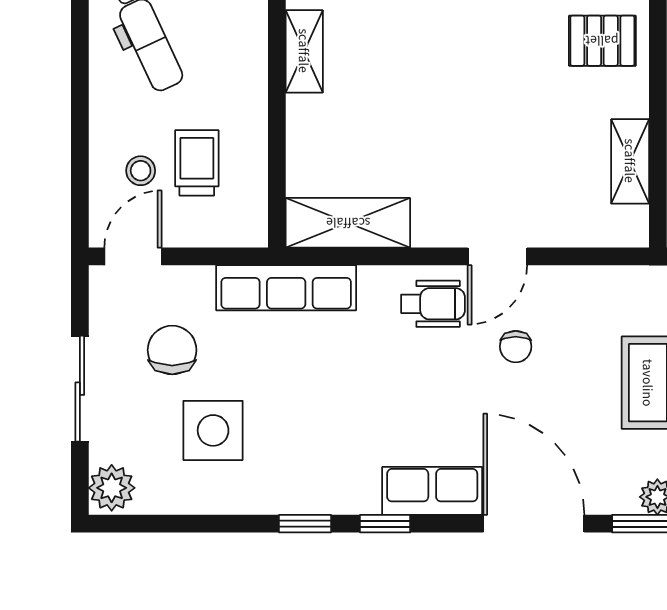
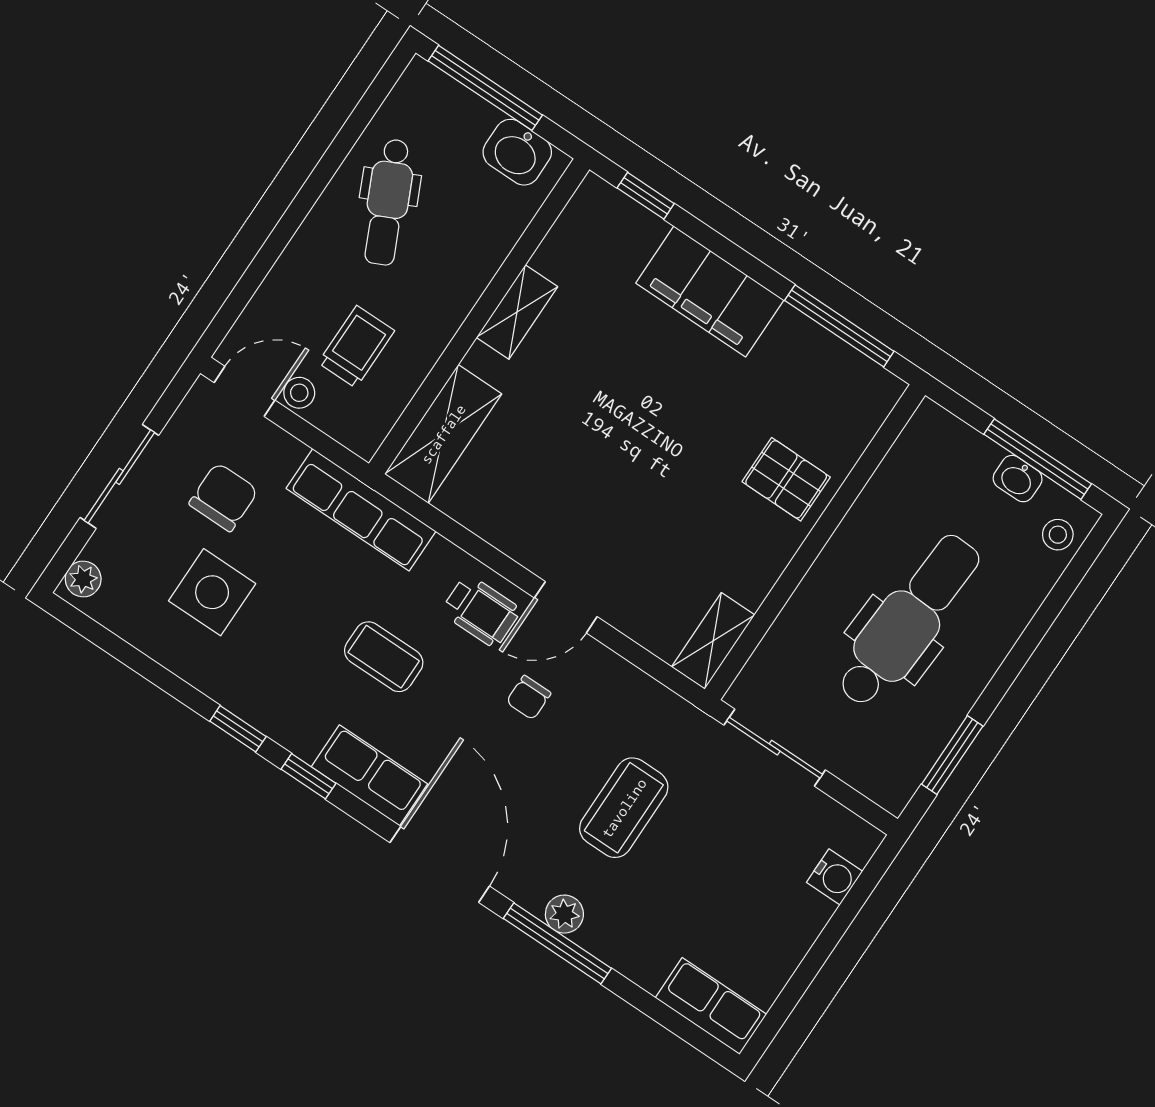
shelving: (630, 161) -> (713, 641), moved
stool: (141, 171) -> (299, 393), moved
shelving: (348, 223) -> (443, 434), moved, turned 90
coffee table: (381, 391) -> (384, 657), added
plant: (112, 488) -> (83, 579), width x0.73, depth x0.73

